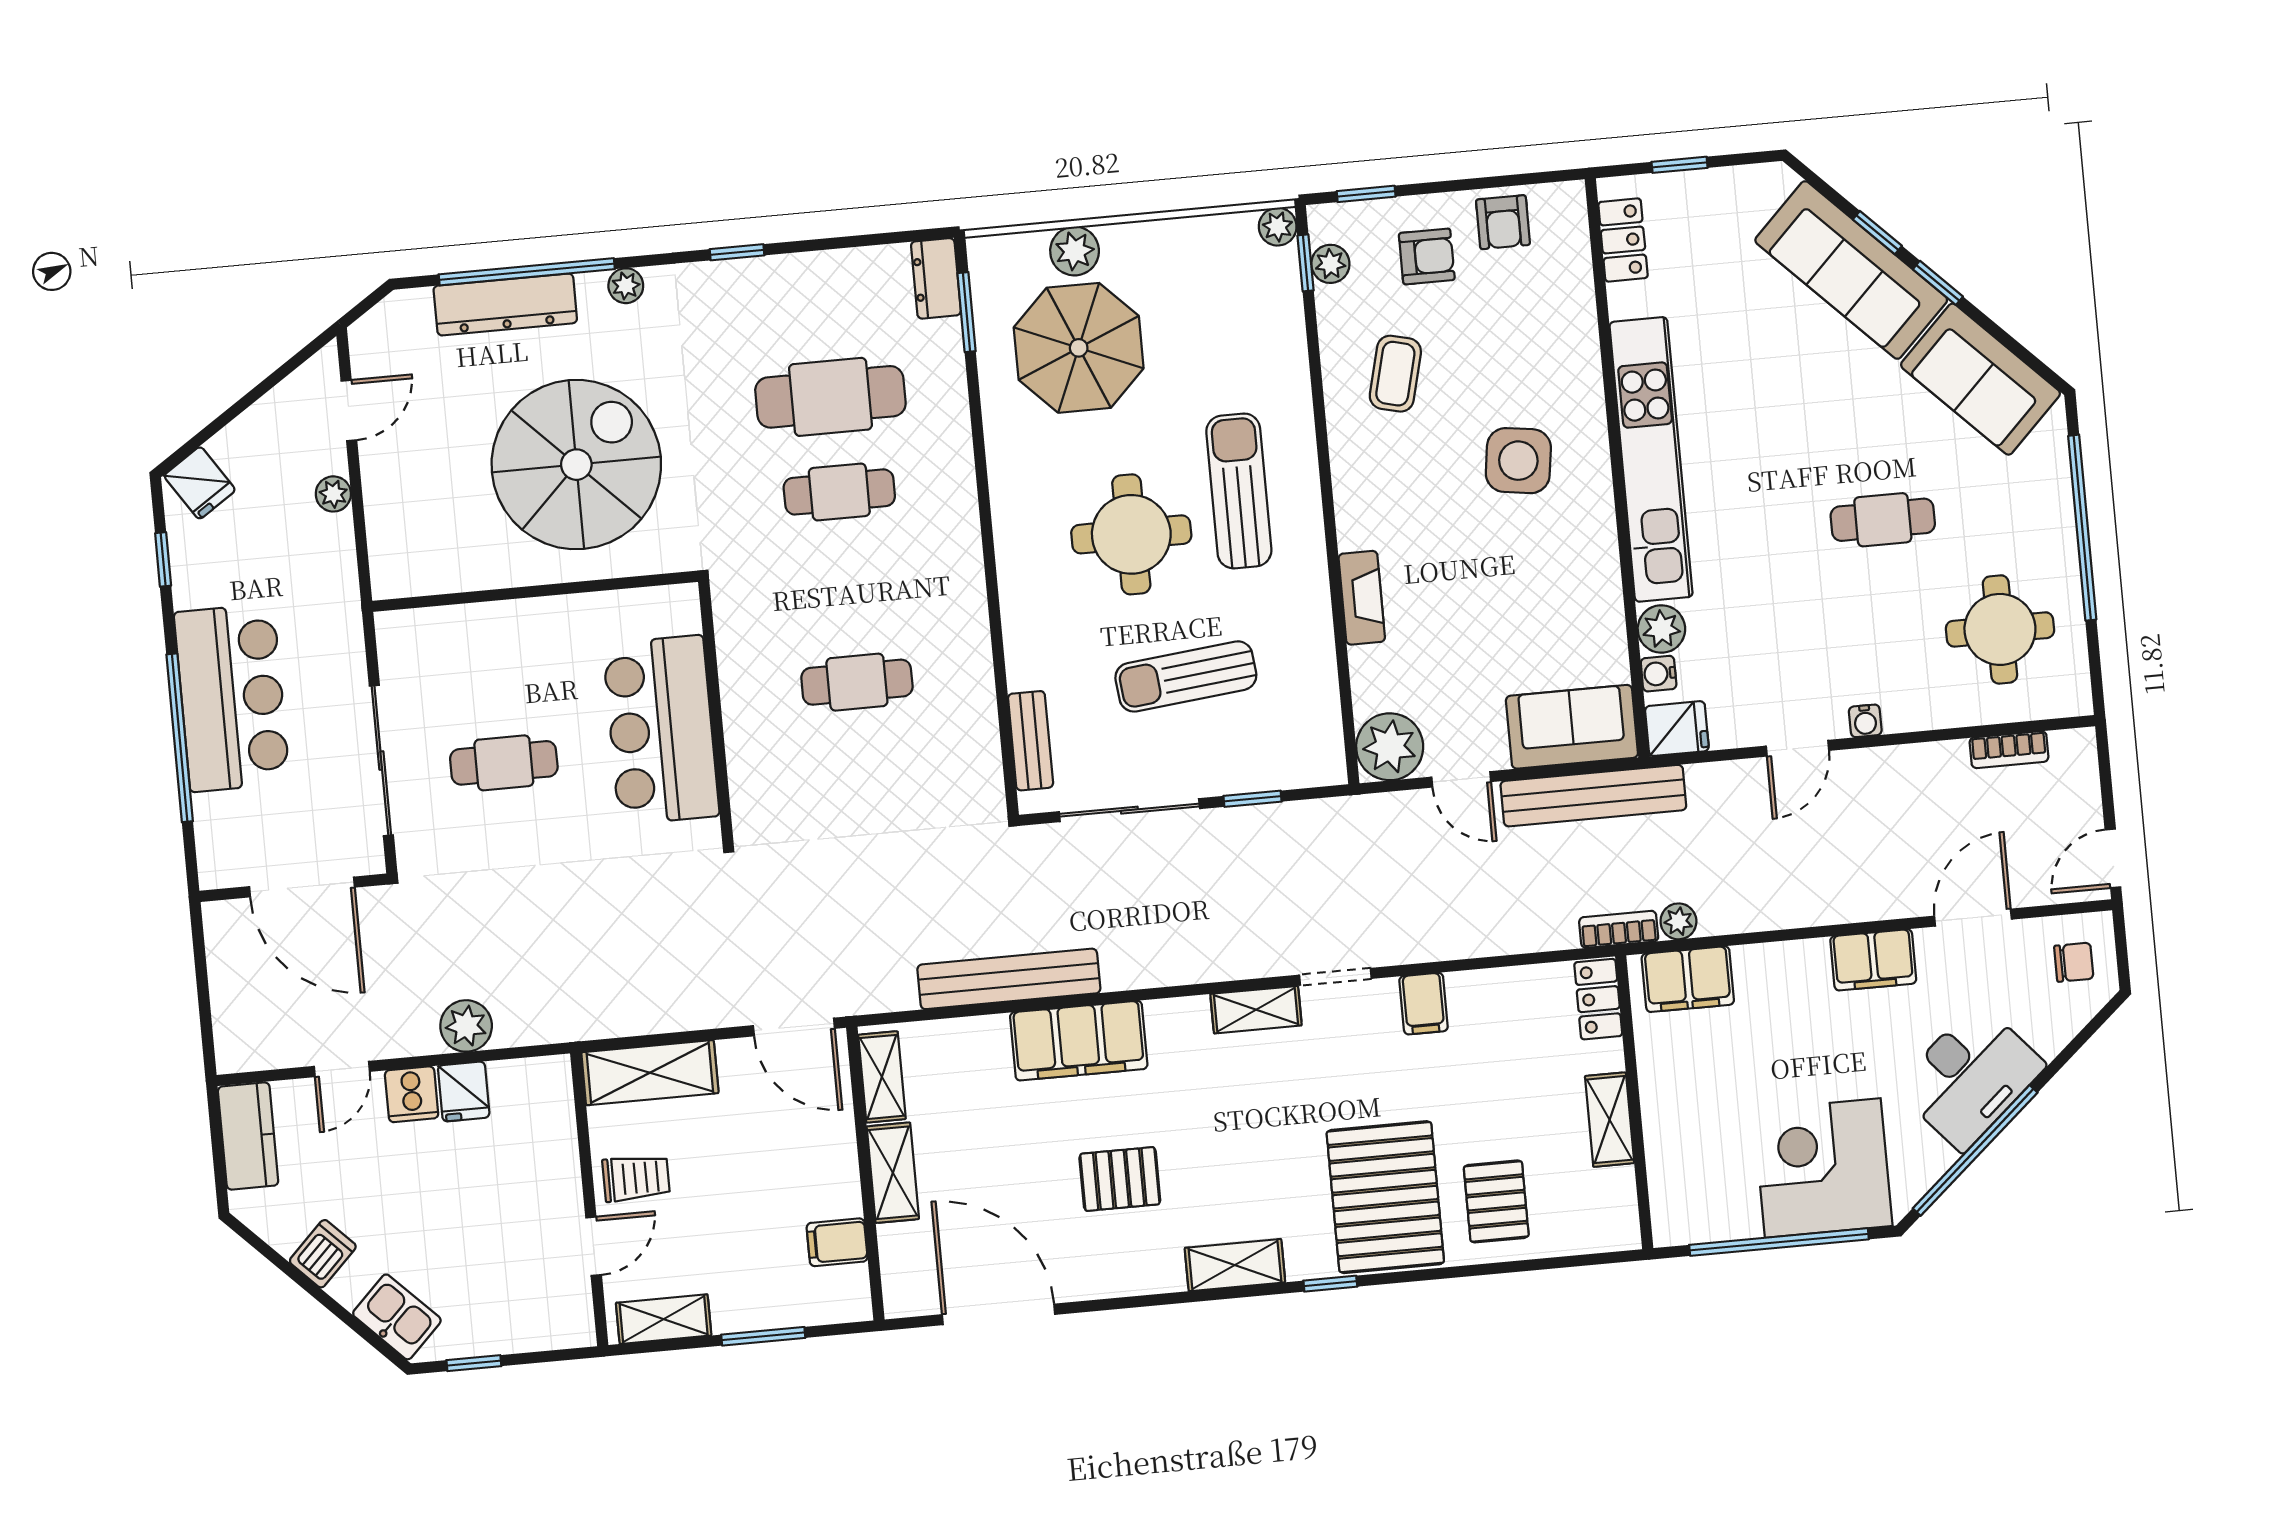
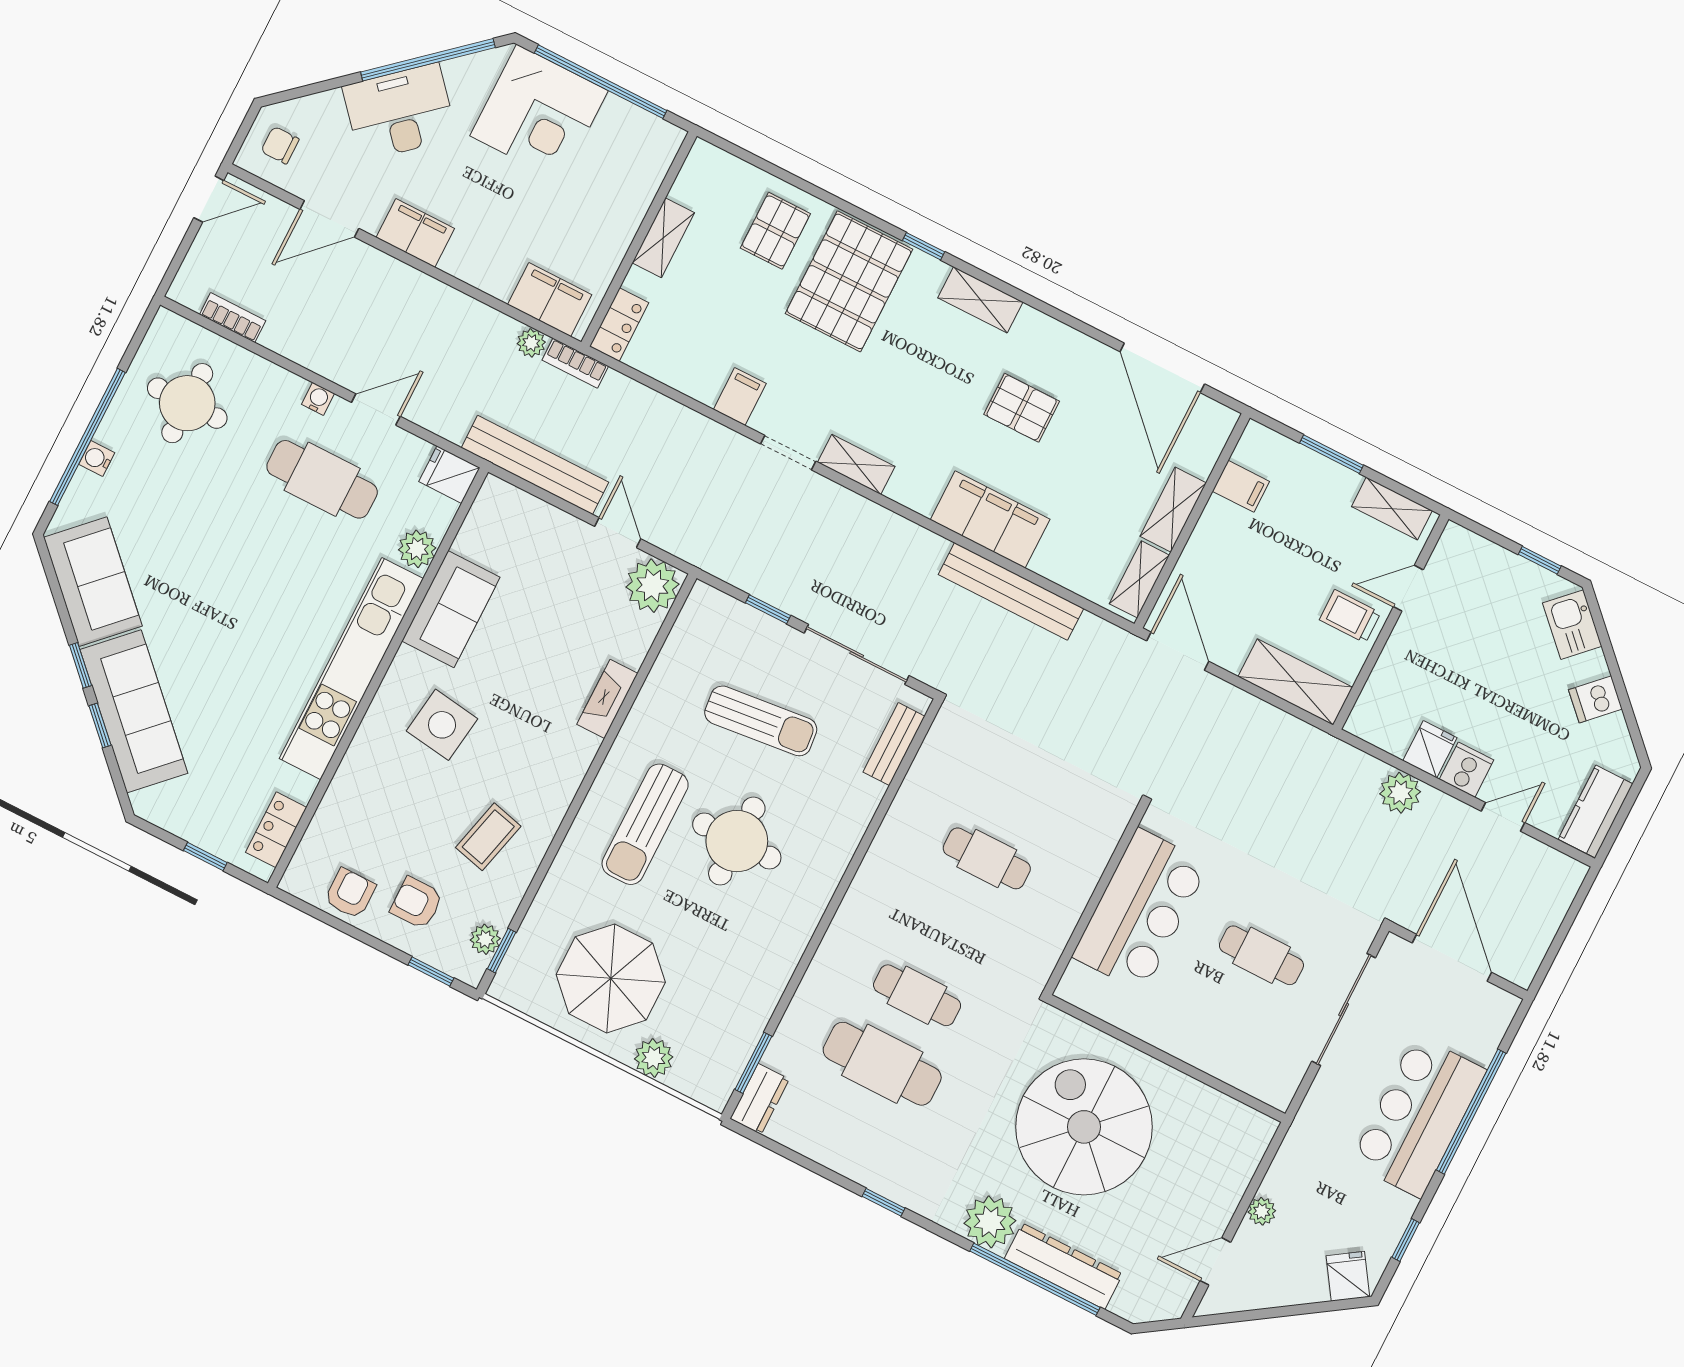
plant: (1278, 227) -> (505, 987), removed
plant: (626, 286) -> (990, 1222), width x1.88, depth x1.88
parasol: (1079, 348) -> (611, 978), moved
spiral stairs: (576, 465) -> (1084, 1127), turned 90
cafe table: (1883, 520) -> (322, 479), moved, width x1.37, depth x1.35
water cooler: (1659, 674) -> (97, 459), moved, turned 180
sofa: (1572, 727) -> (451, 609), moved, turned -90

